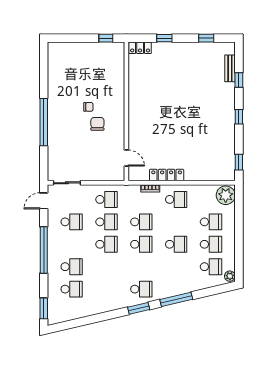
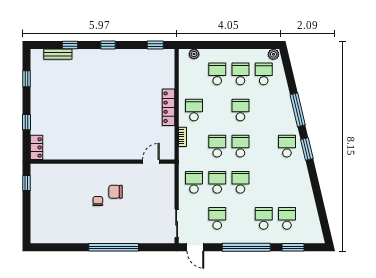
locker: (167, 175) -> (169, 107), moved
plant: (226, 195) -> (194, 54), width x0.53, depth x0.53
window: (44, 308) -> (293, 247), moved

